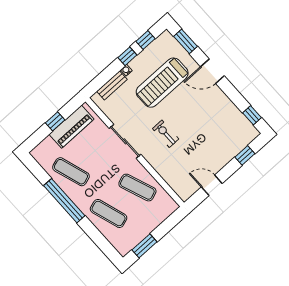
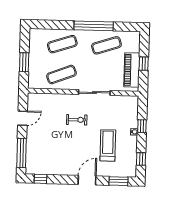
window: (127, 56) -> (142, 126), moved
treadmill: (162, 83) -> (108, 145), width x0.73, depth x0.73
bench: (112, 85) -> (133, 115), removed
window: (245, 155) -> (22, 153), width x2.17
window: (144, 246) -> (24, 62), moved

